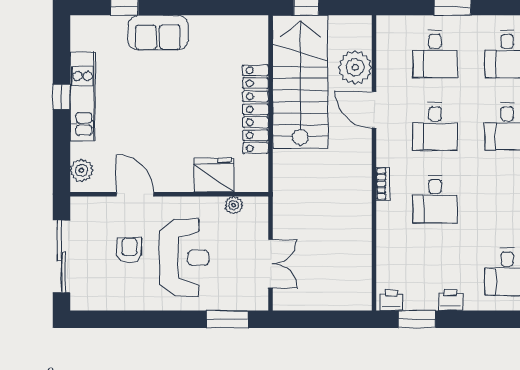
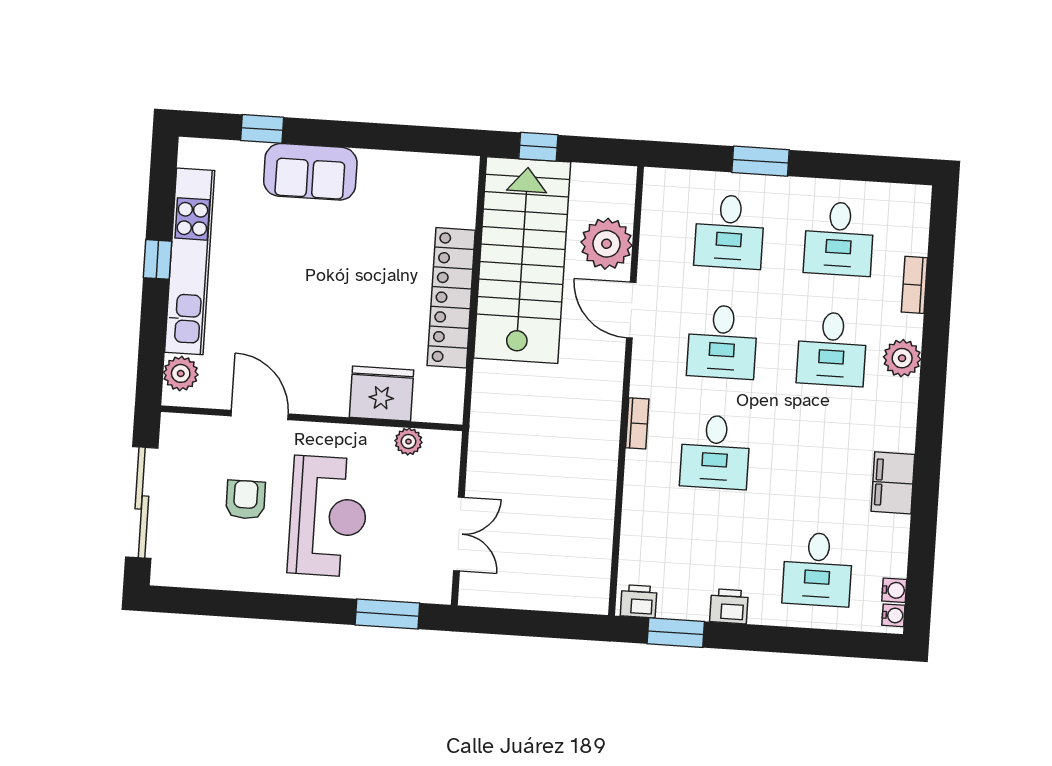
kitchen unit: (83, 97) -> (190, 261), width x1.36

